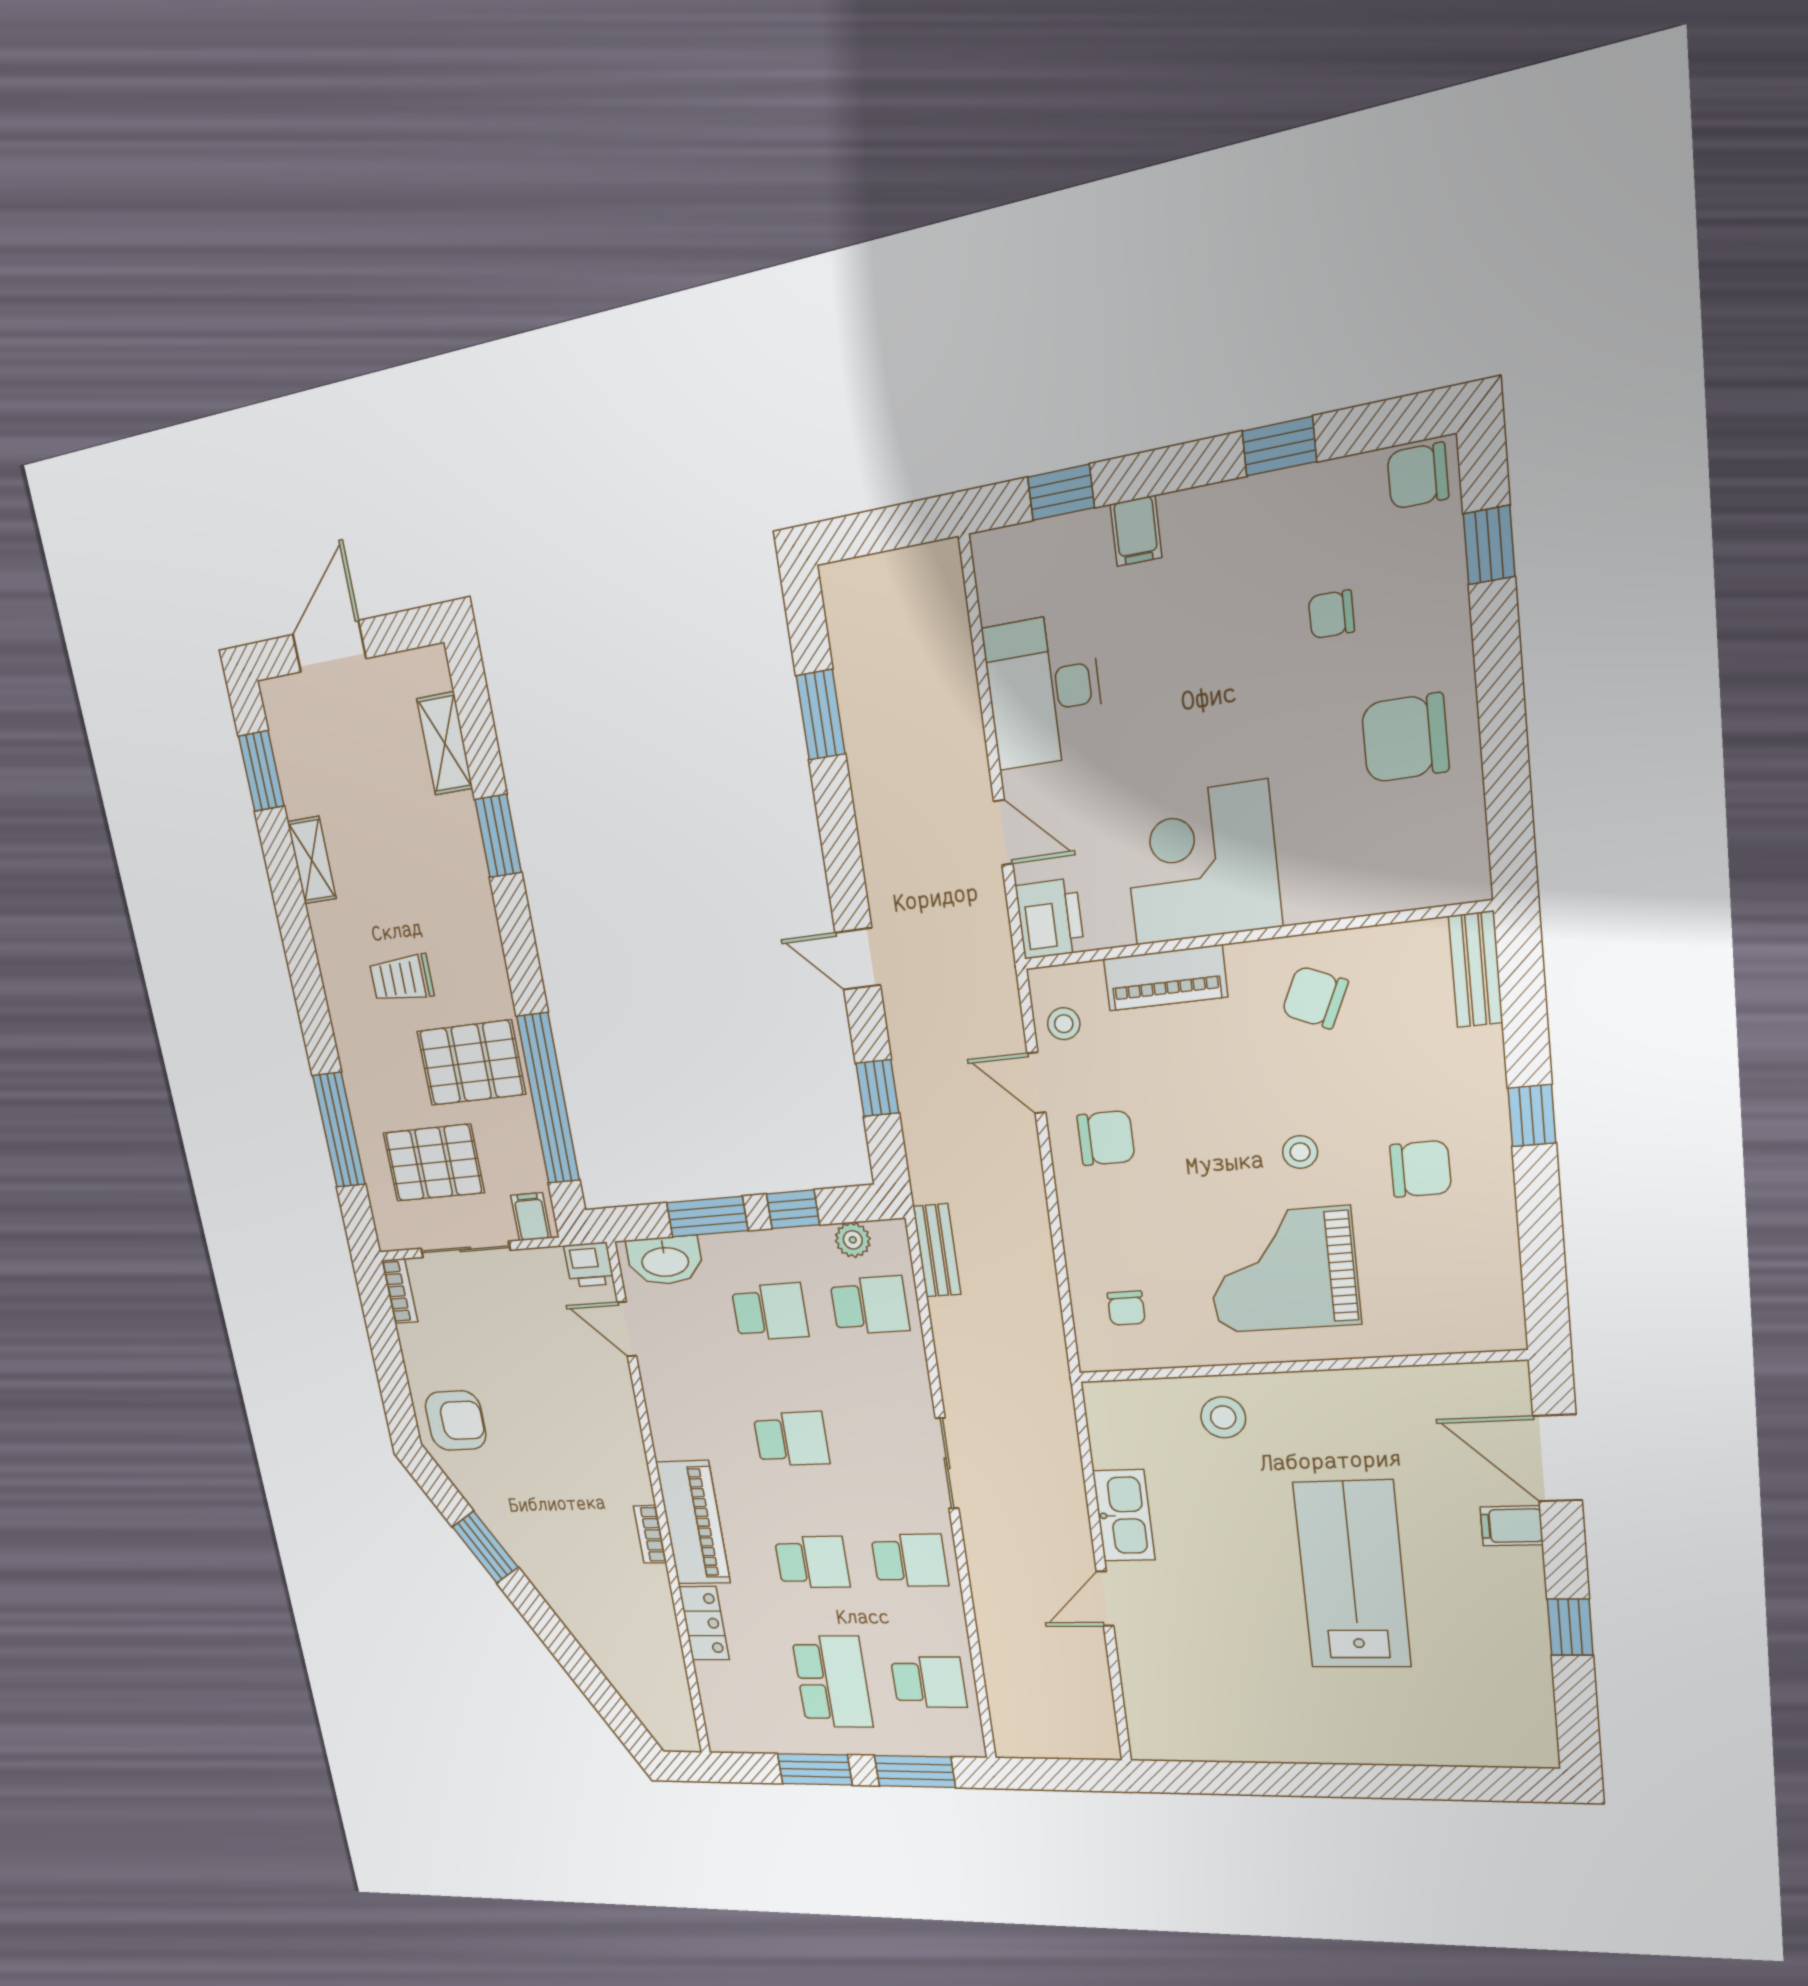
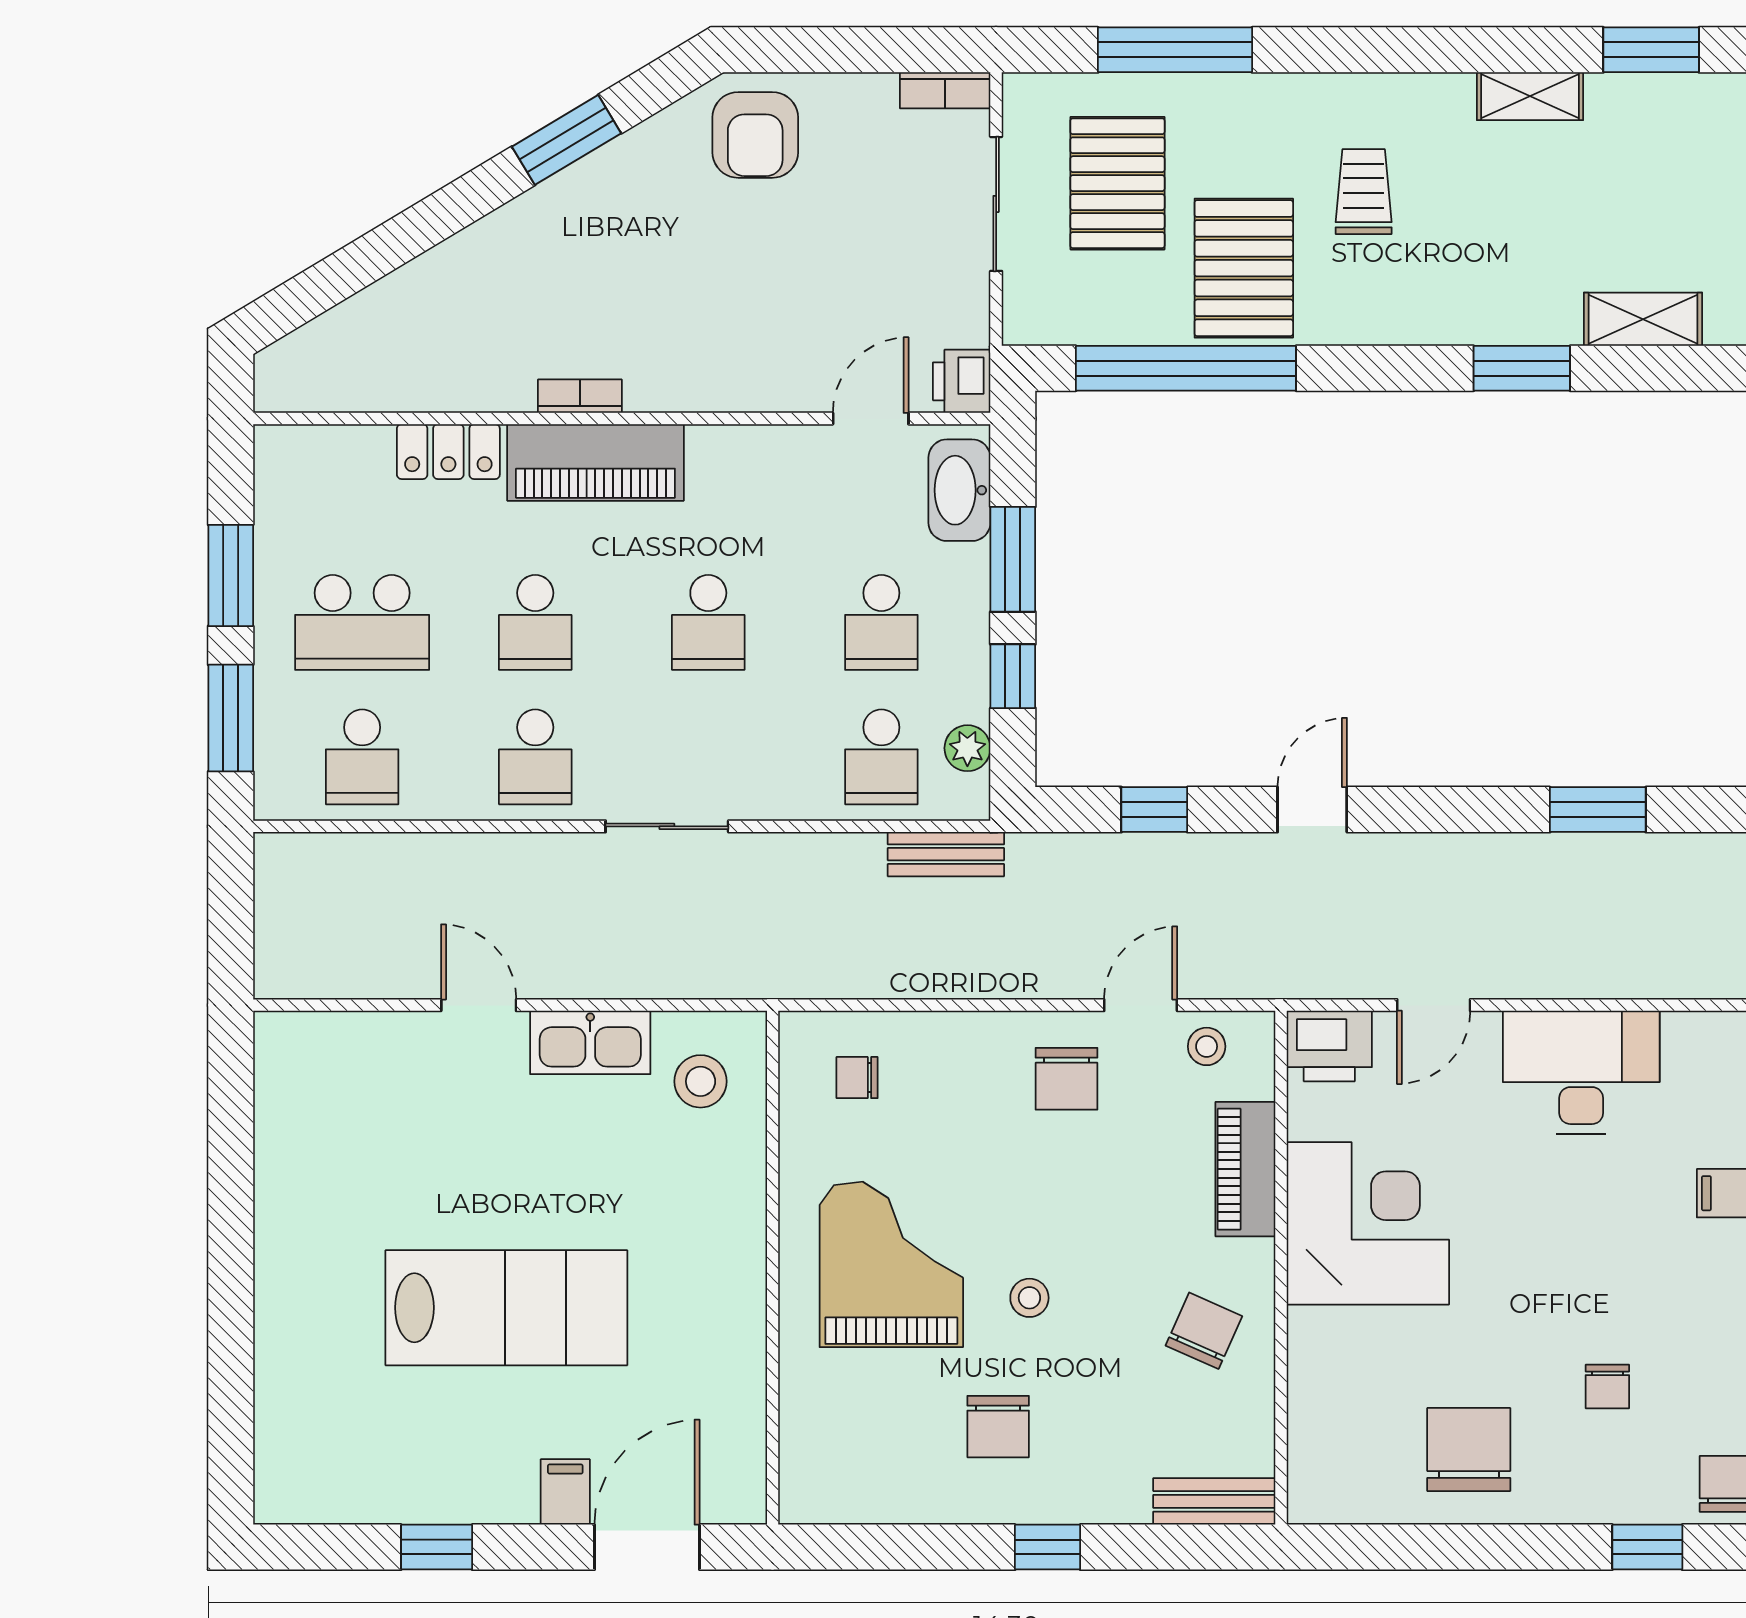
chair: (1331, 614) -> (1607, 1386), turned 180
filing cabinet: (531, 1217) -> (1033, 311), removed
stool: (1223, 1417) -> (701, 1081), moved

